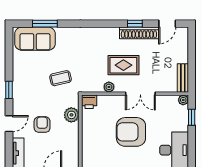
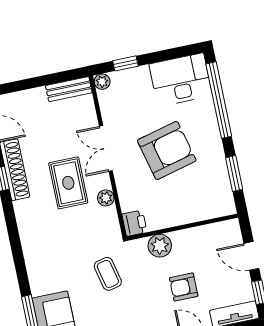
double door: (140, 94) -> (106, 148), swing flipped
armchair: (131, 132) -> (167, 150), turned -104

